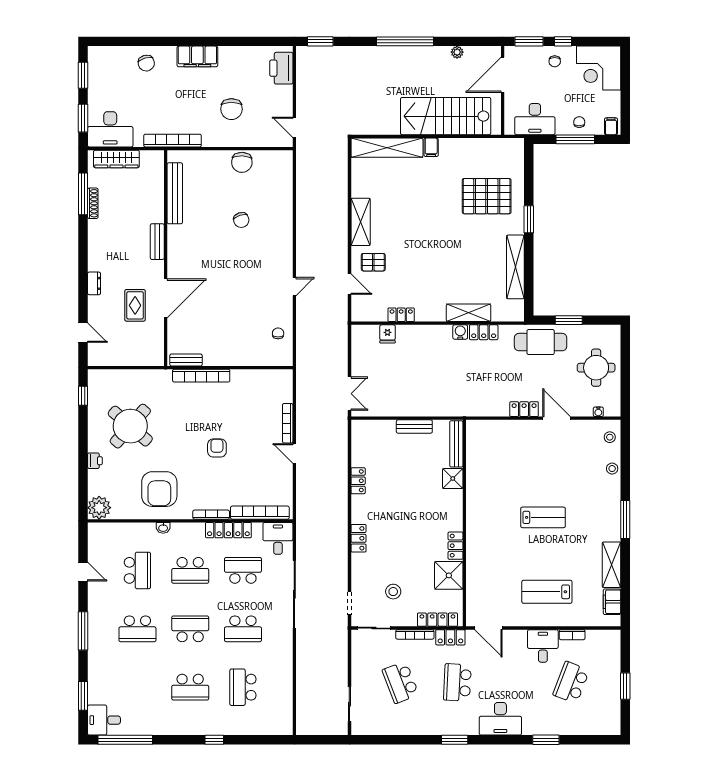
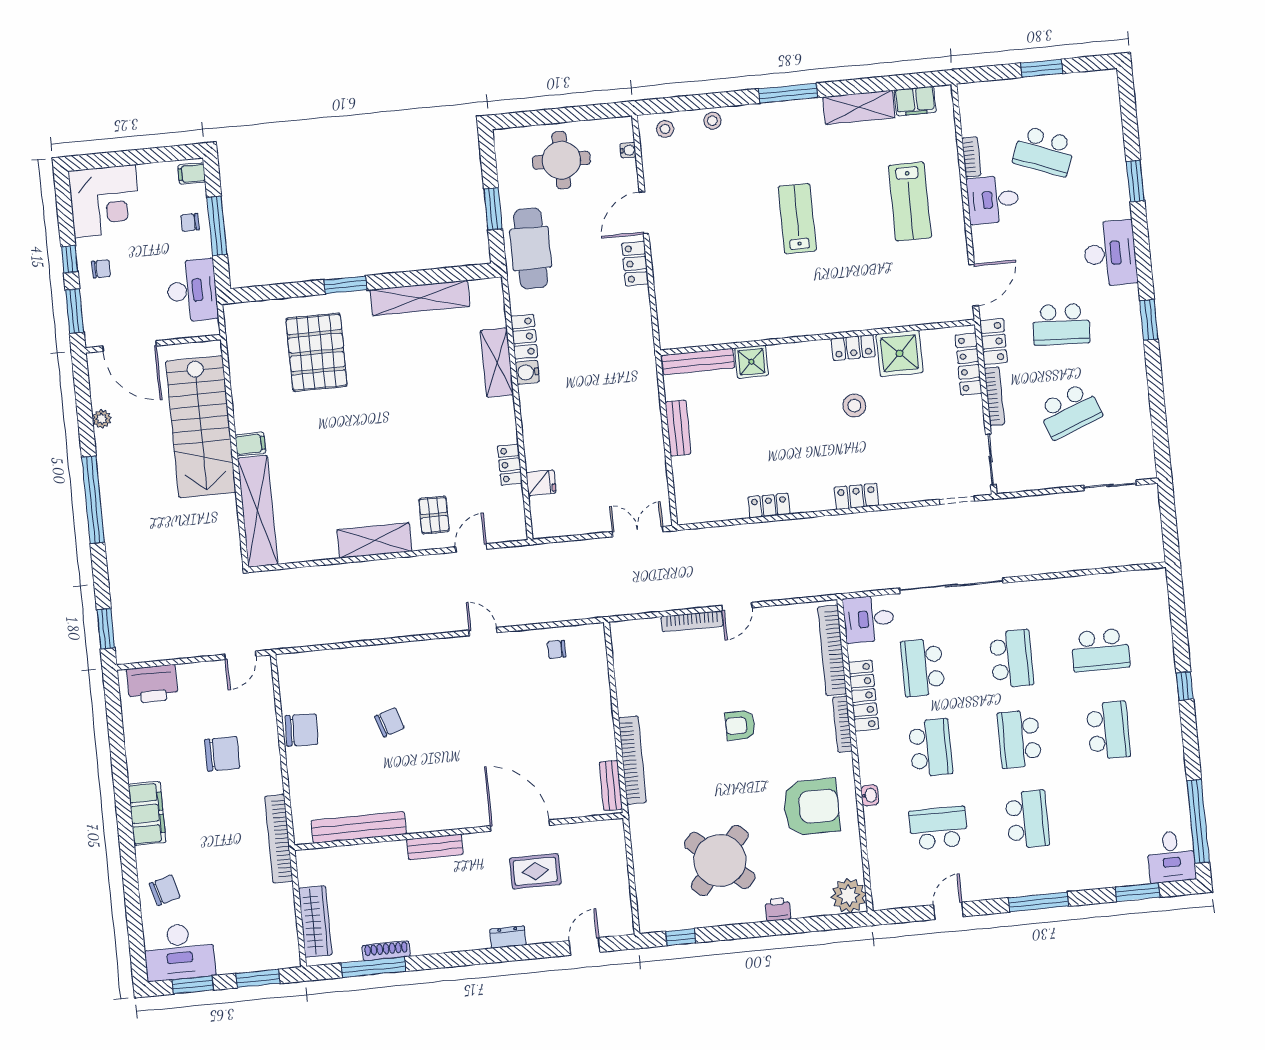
desk: (110, 129) -> (179, 952), moved, turned 90
stool: (393, 592) -> (854, 406), moved

